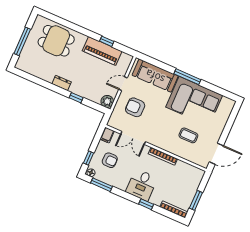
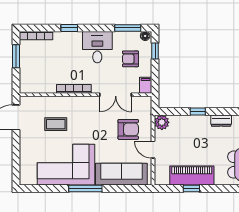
door: (123, 84) -> (153, 150), swing flipped
double door: (133, 138) -> (116, 95), swing flipped
desk: (142, 185) -> (97, 47), moved

